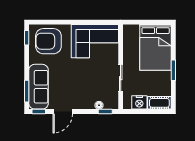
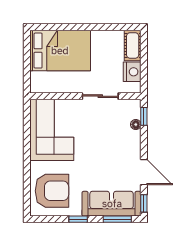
window: (27, 38) -> (78, 219), moved
armchair: (48, 41) -> (52, 191), turned -90
window: (173, 70) -> (90, 27), removed

